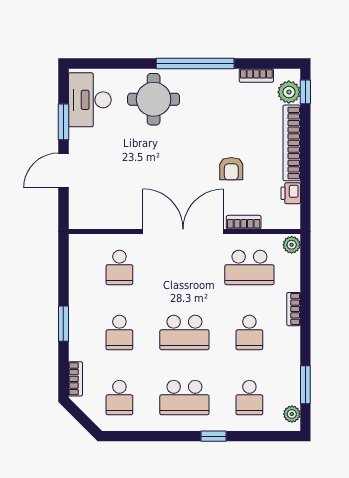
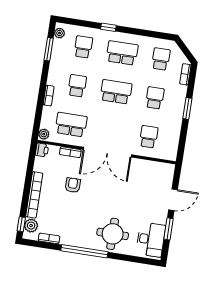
printer: (291, 193) -> (42, 150), moved

